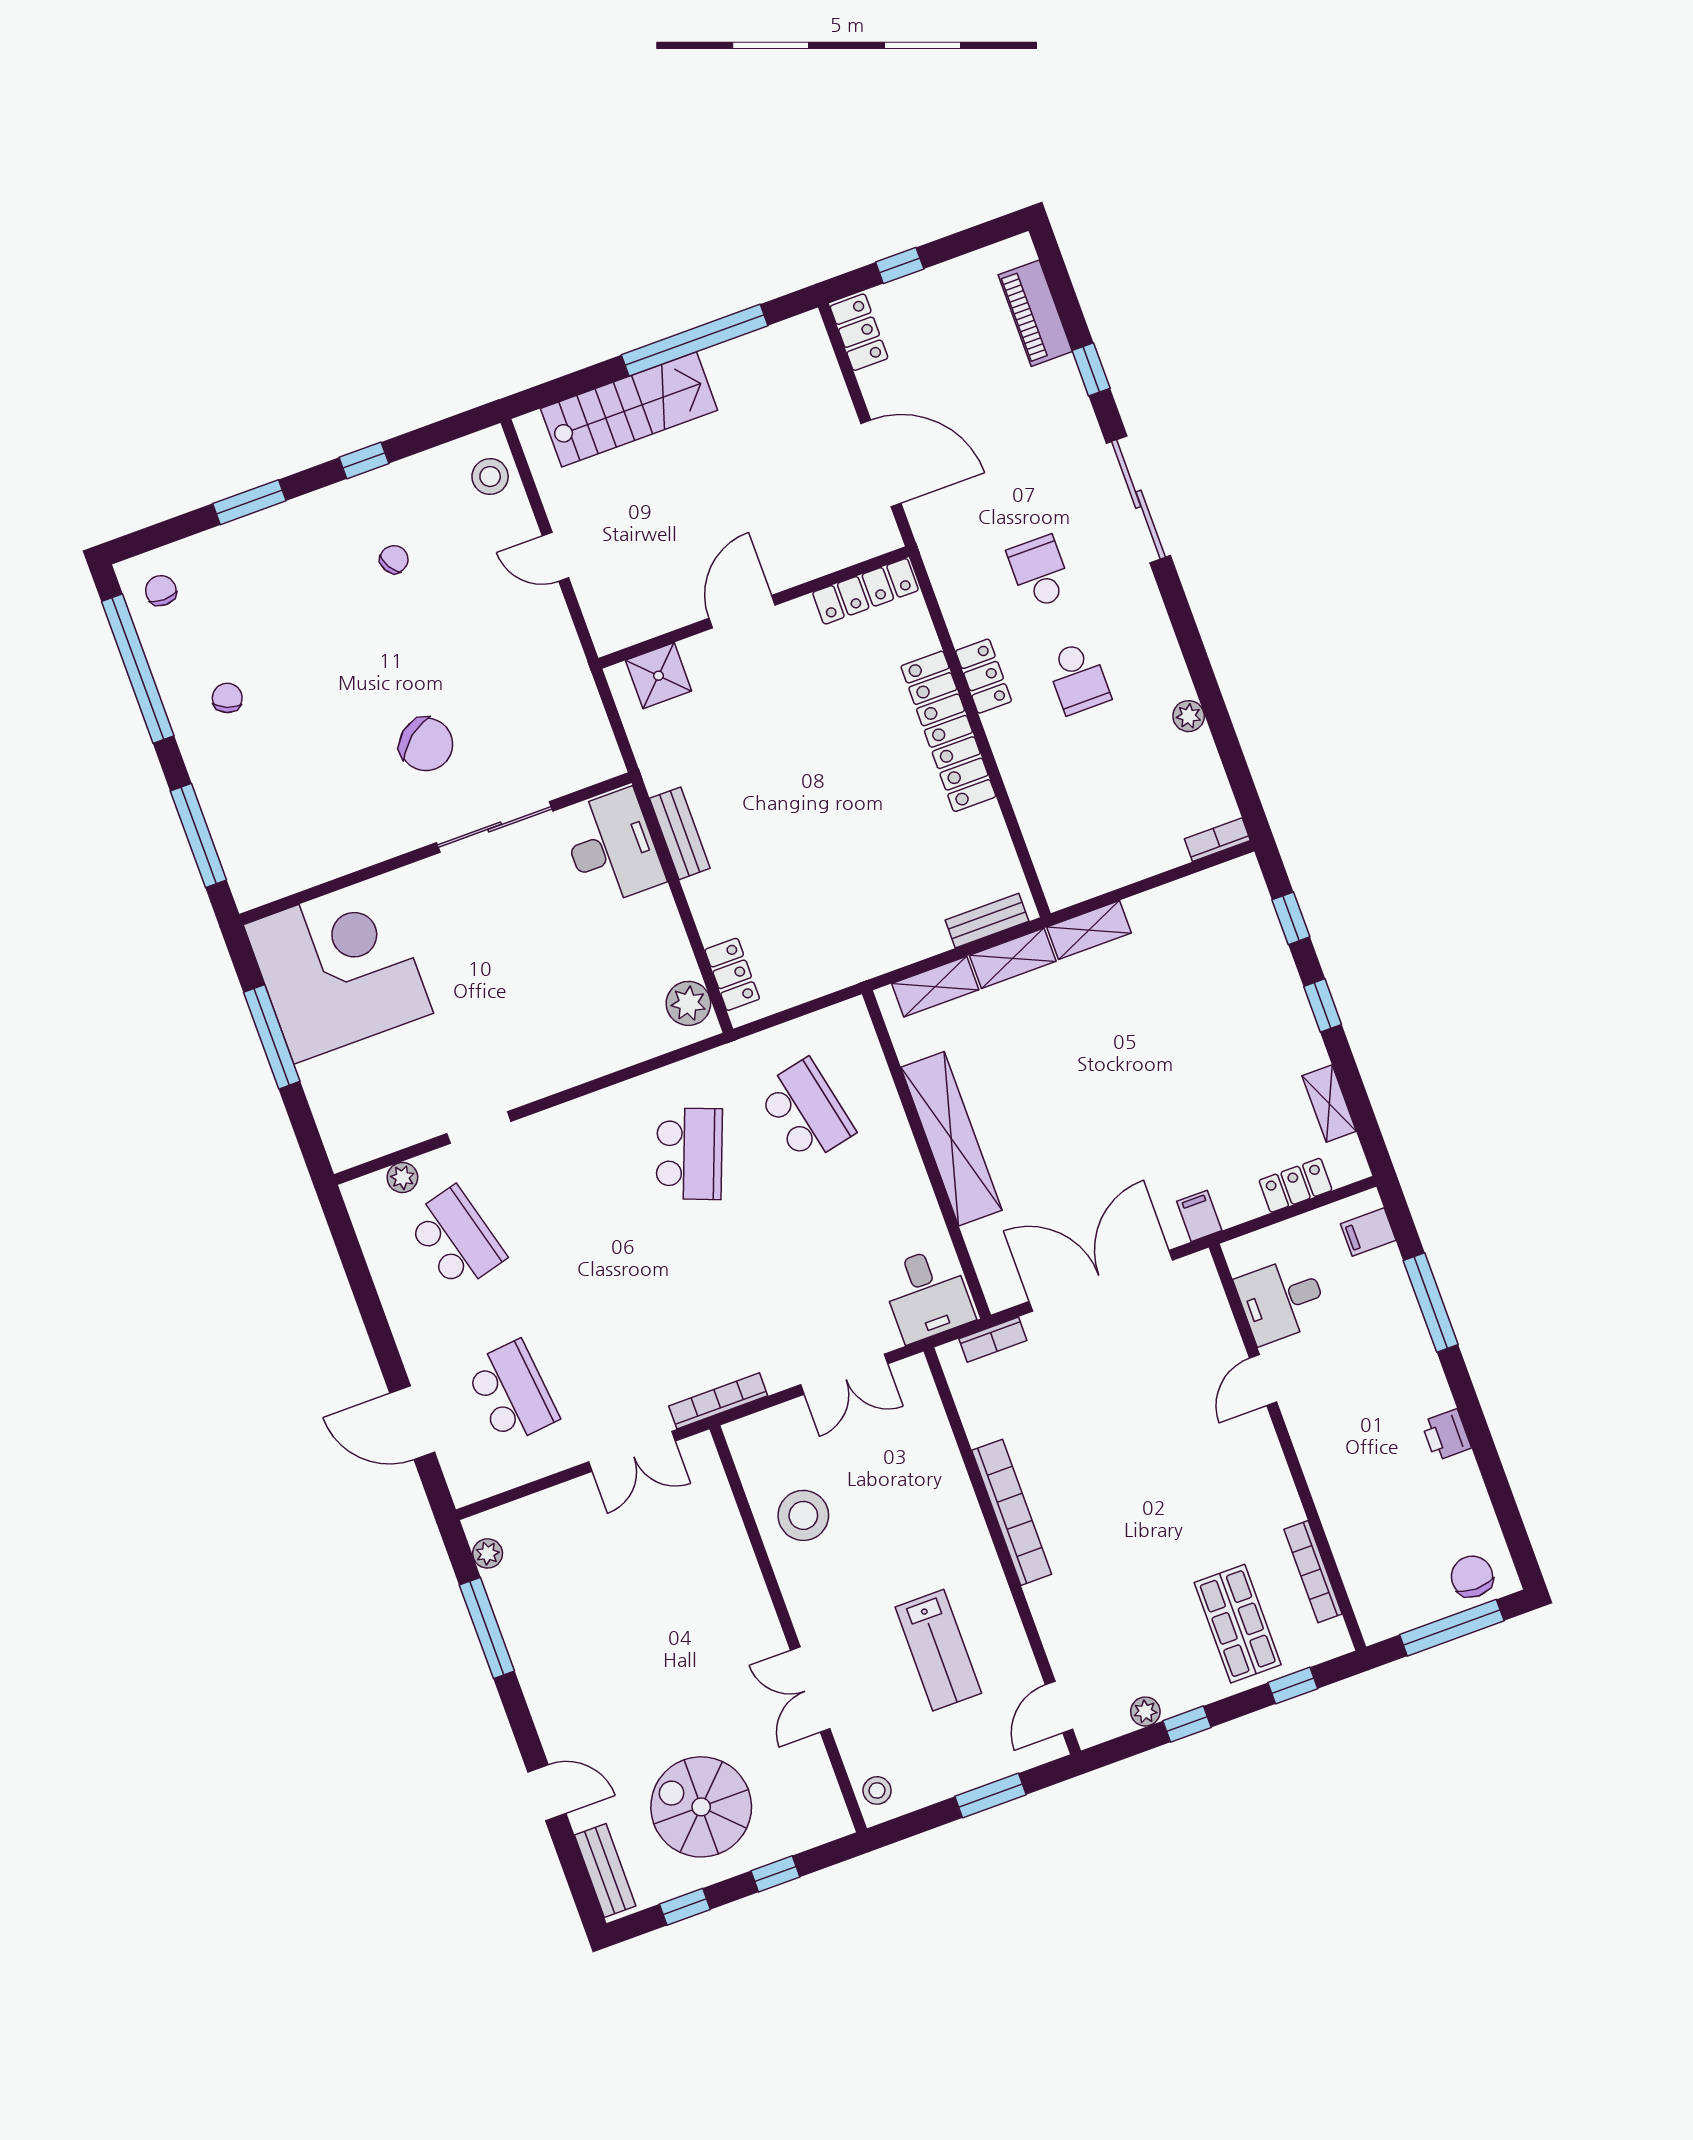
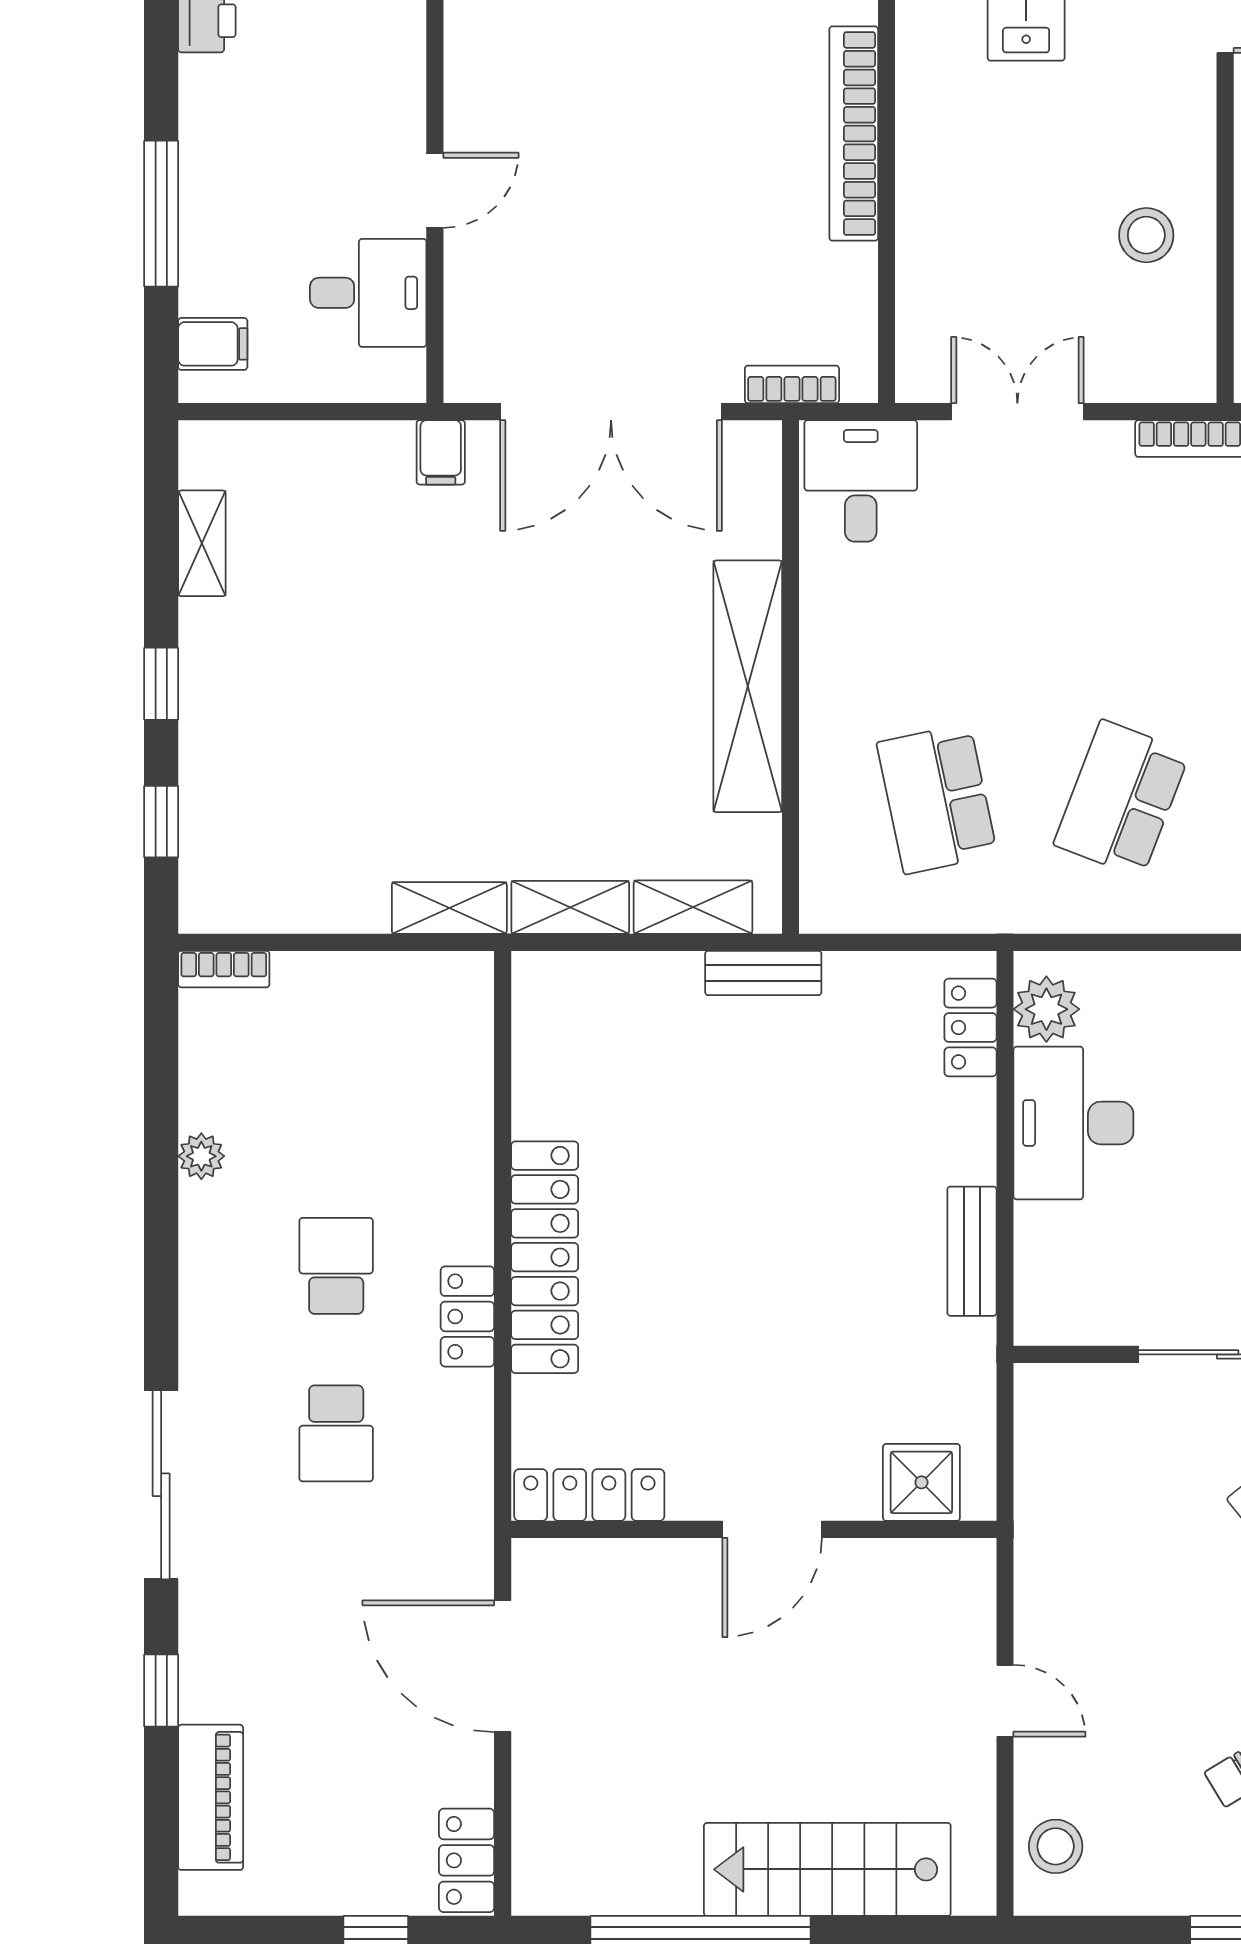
desk: (612, 847) -> (1073, 1123), moved
bench: (987, 921) -> (763, 973), moved
locker: (1296, 1185) -> (290, 446), removed
stool: (803, 1515) -> (1146, 235), width x0.73, depth x0.73

